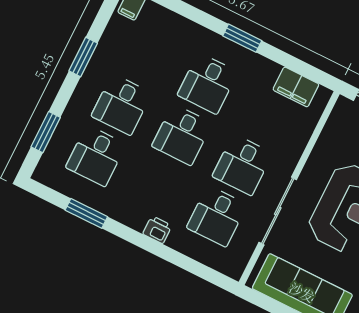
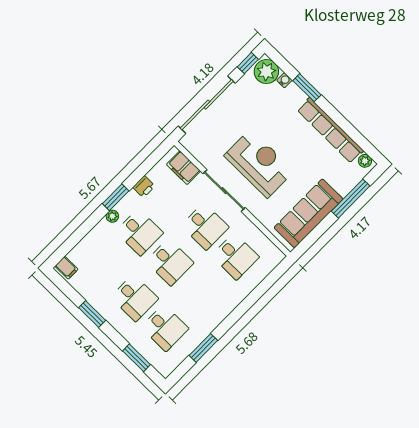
plant: (217, 42) -> (112, 216), added
filing cabinet: (296, 87) -> (183, 168), moved, turned 90
sliding door: (278, 211) -> (224, 191), moved
printer: (157, 230) -> (144, 187), moved, turned 180

